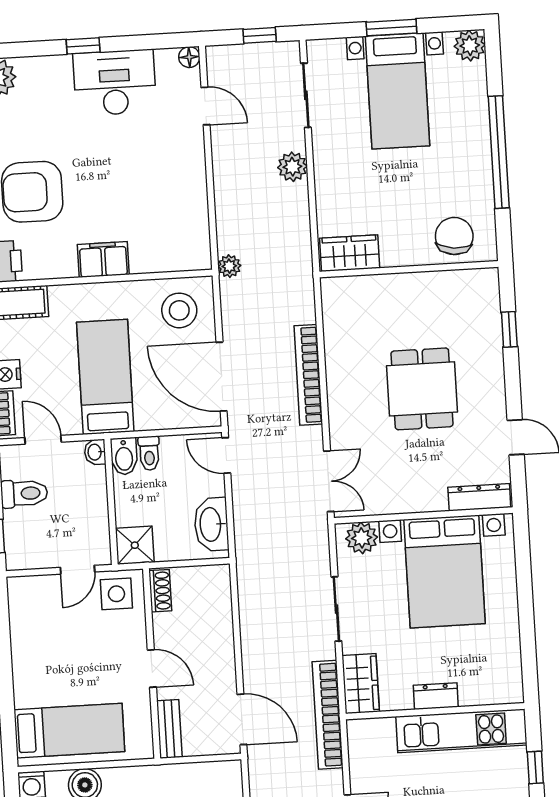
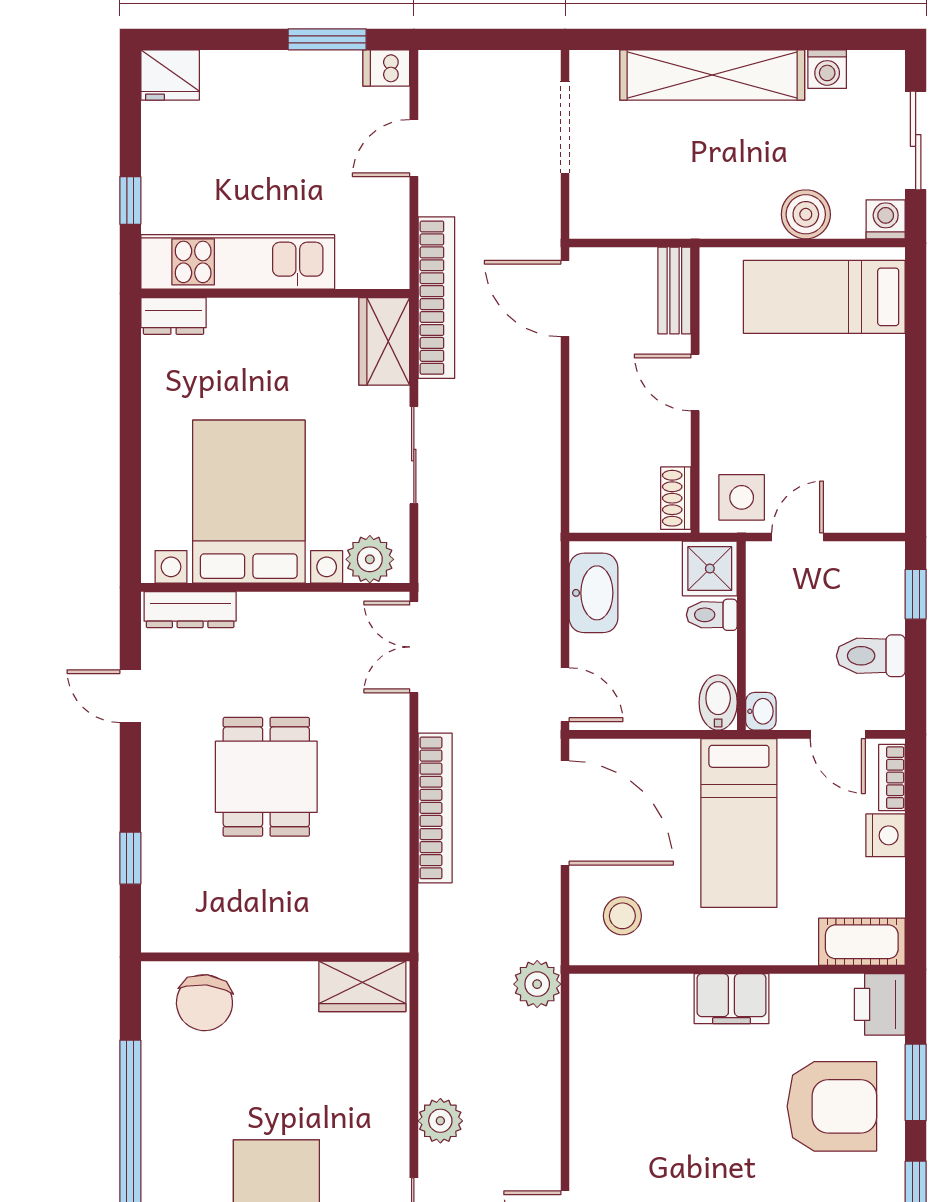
plant: (229, 266) -> (537, 984), width x1.38, depth x1.38
stool: (179, 310) -> (622, 916), width x0.73, depth x0.73
toilet: (149, 453) -> (712, 615), moved, turned -90
dresser: (436, 696) -> (174, 316), moved

